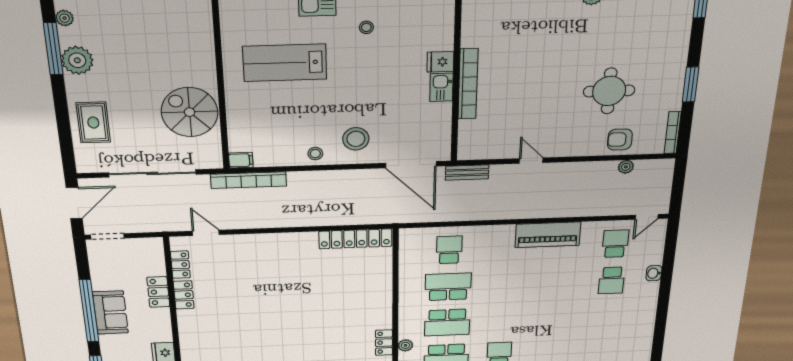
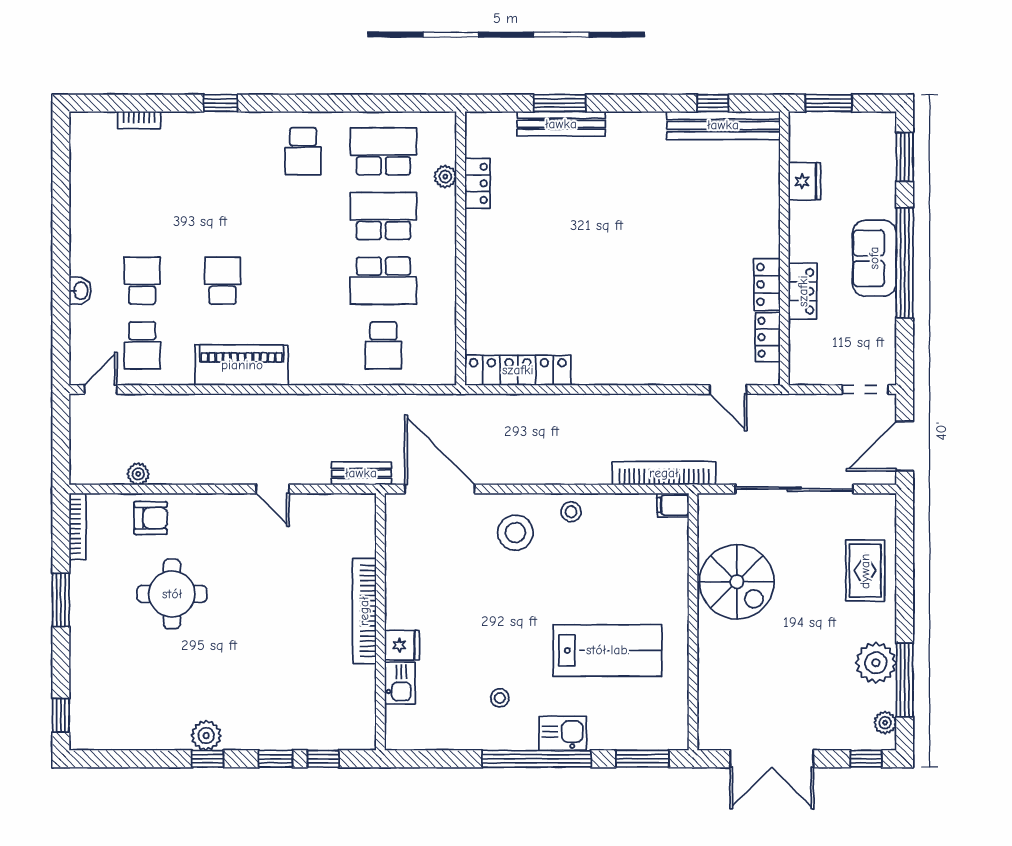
kitchen sink: (442, 87) -> (400, 683), moved
school desk: (557, 283) -> (223, 281), added

